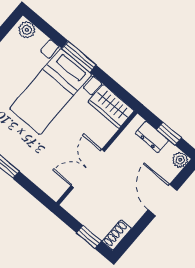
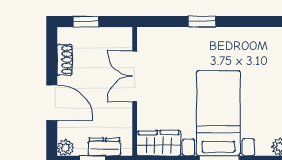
double door: (88, 169) -> (135, 76), swing flipped
shoe rack: (117, 235) -> (65, 60), moved

